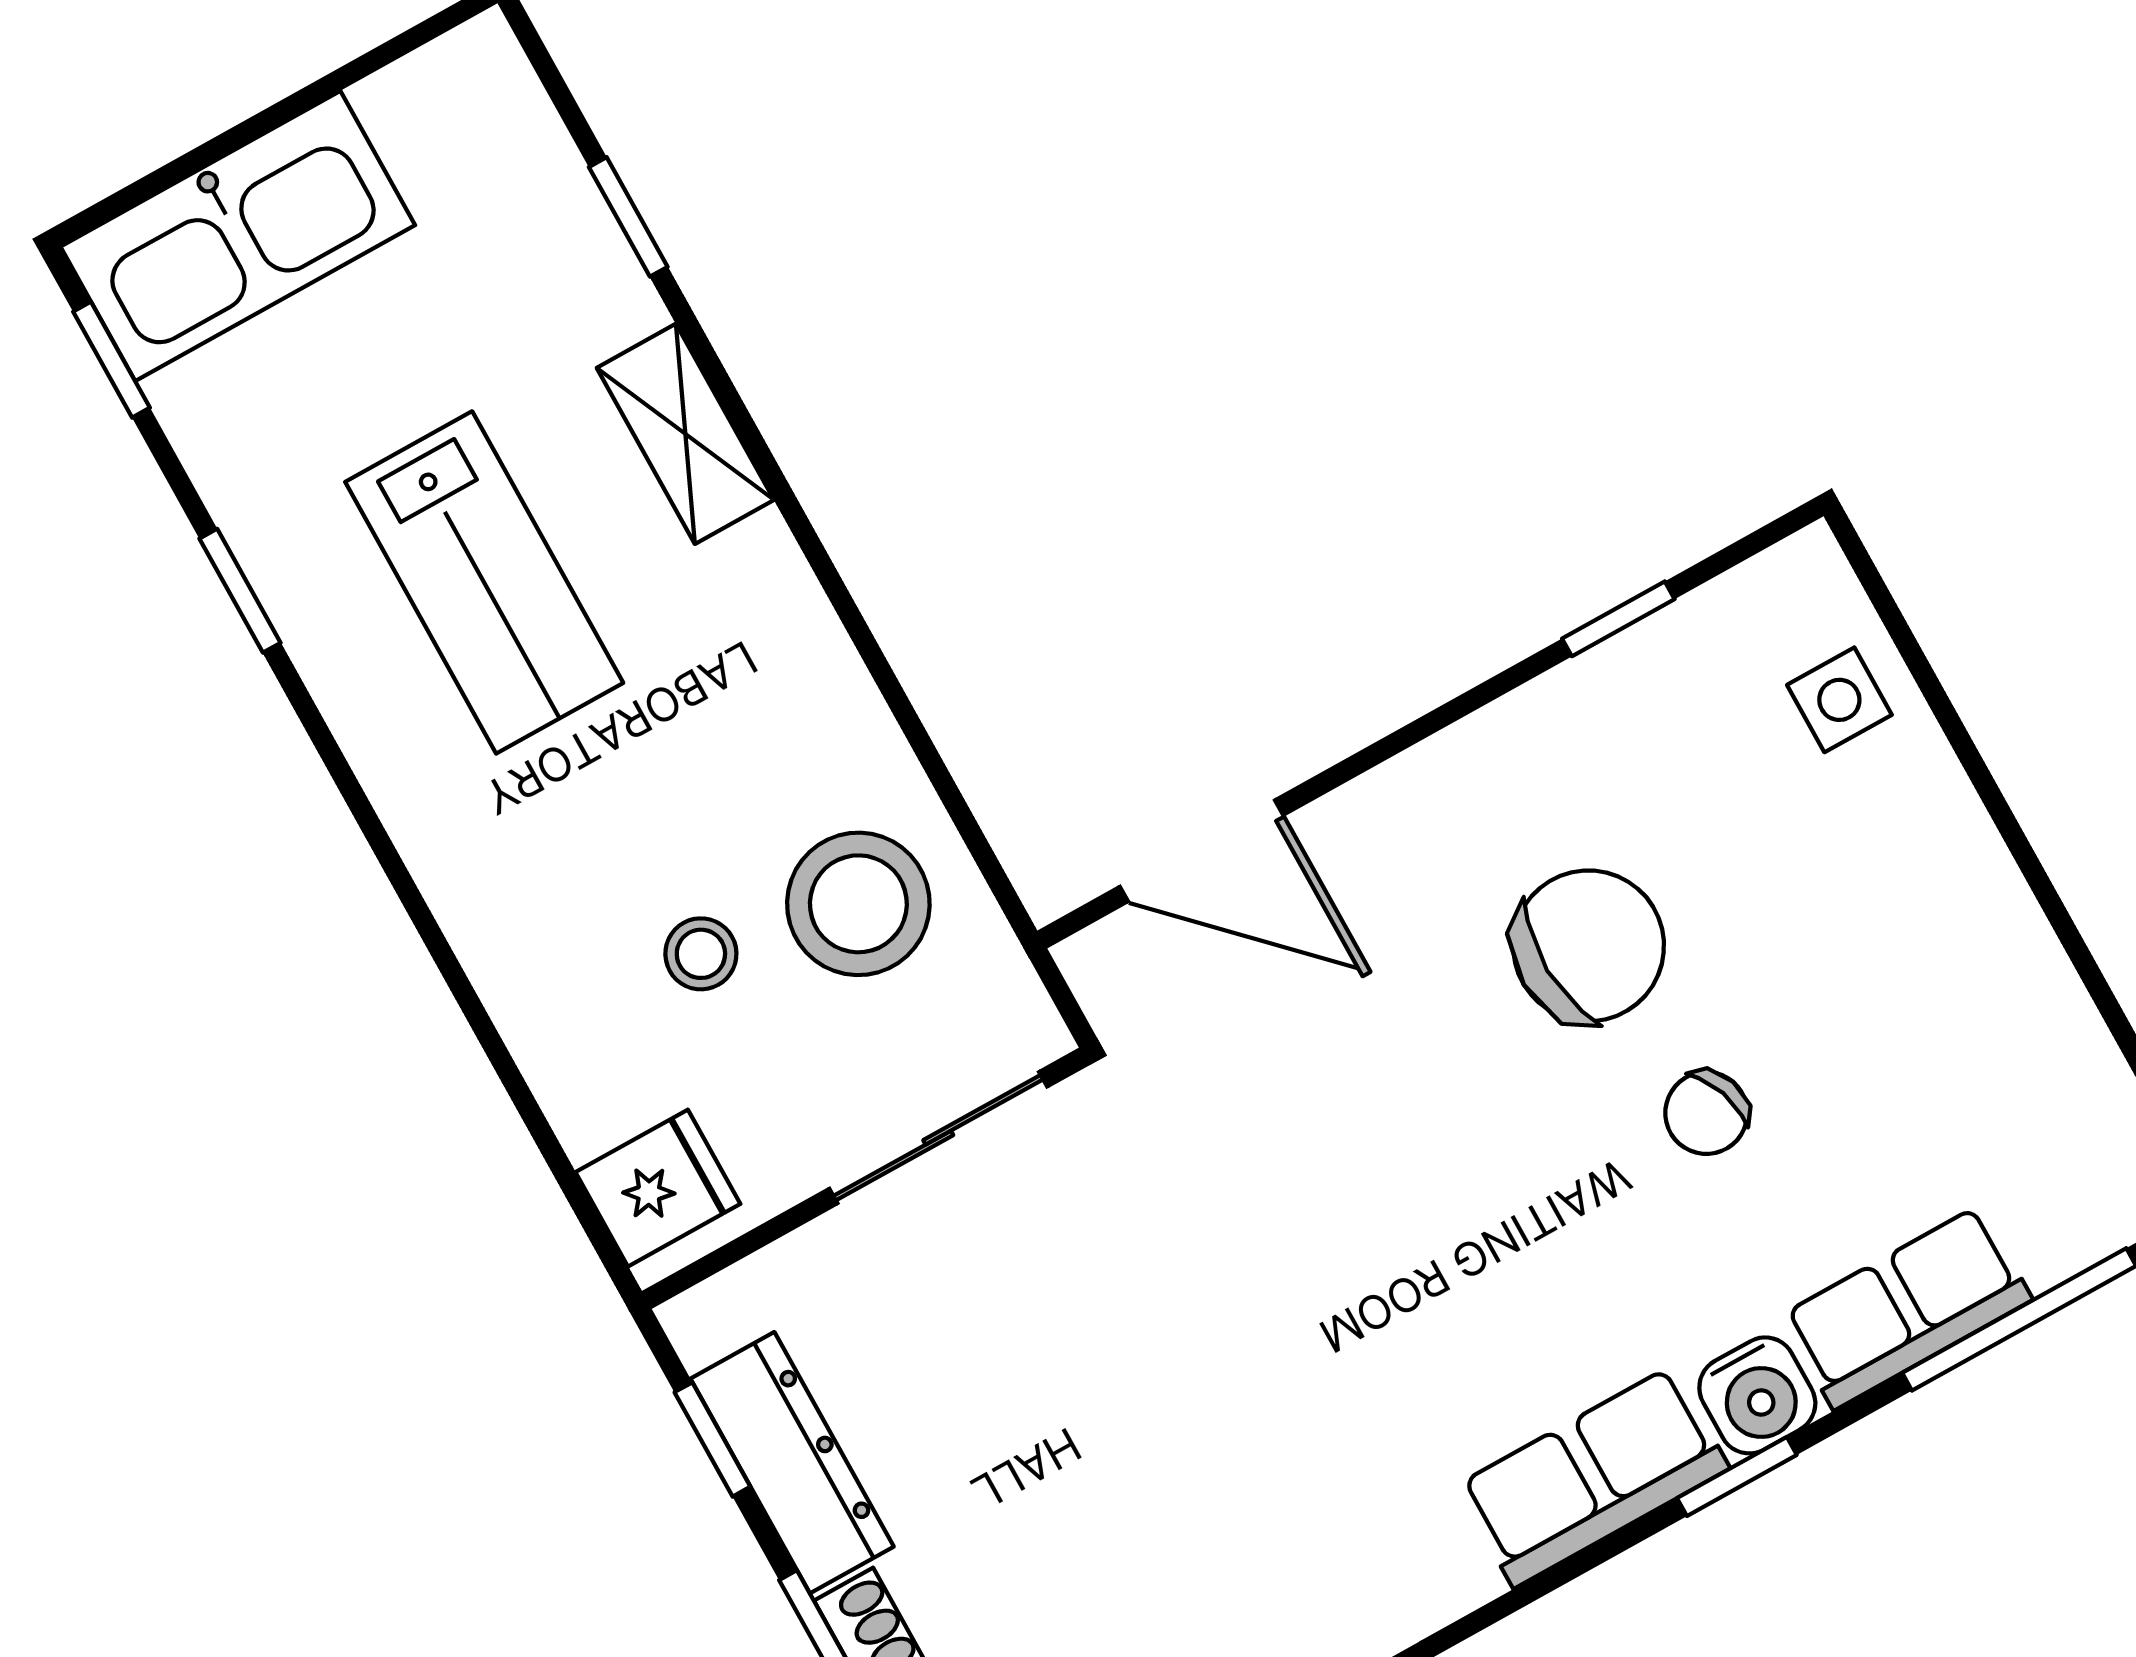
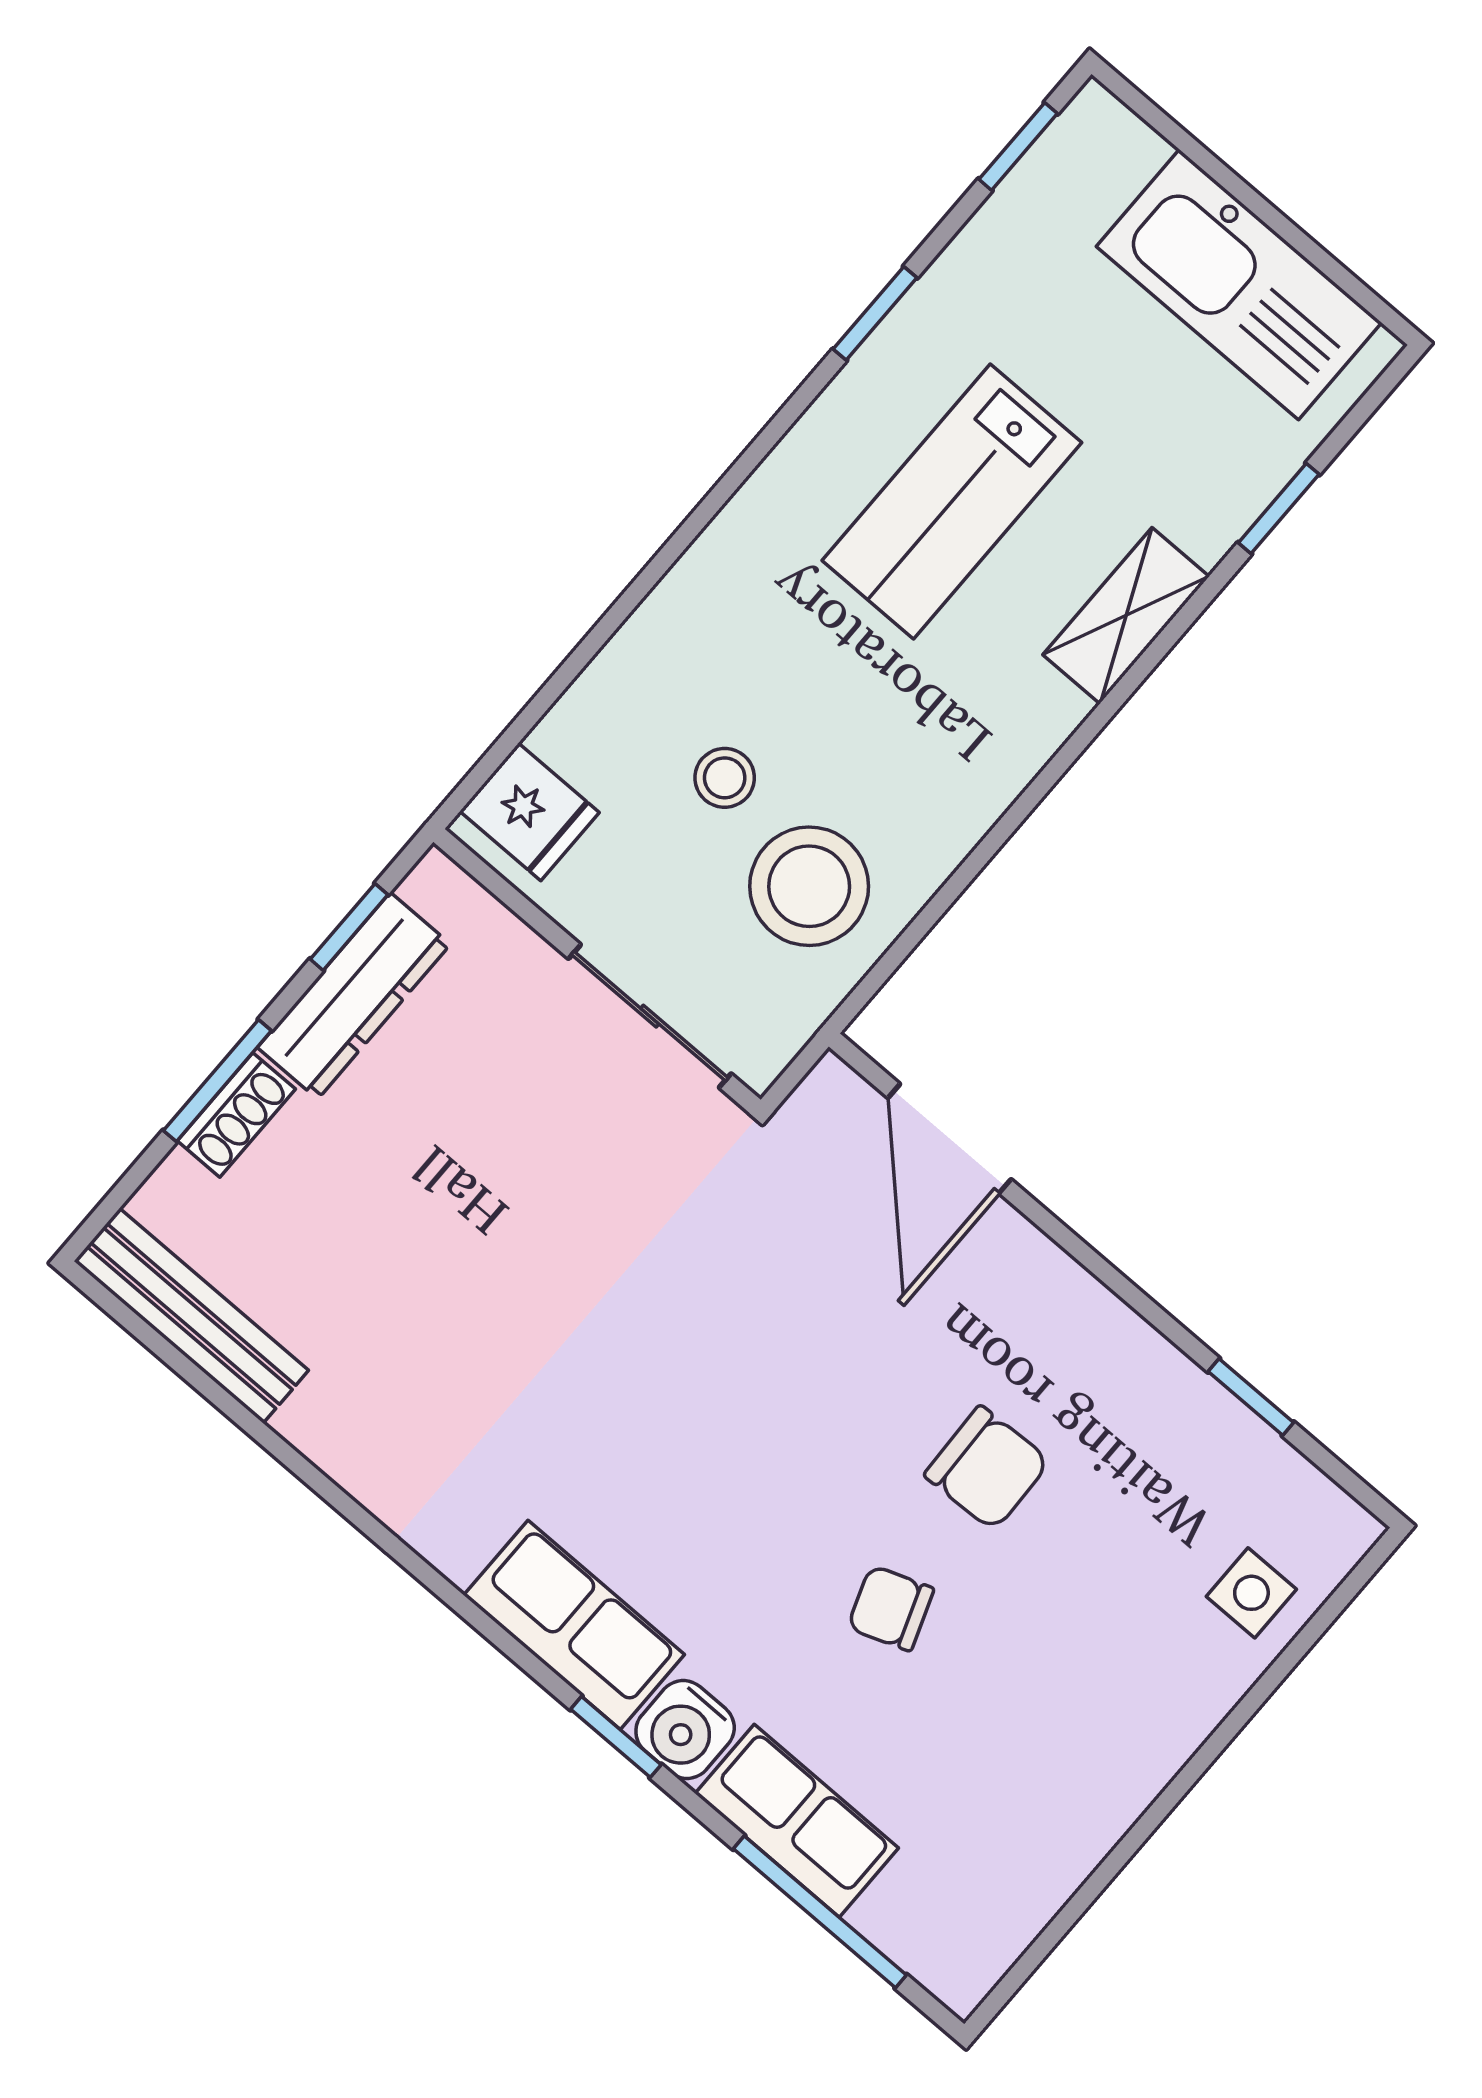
kitchen sink: (238, 236) -> (1239, 284), moved
chair: (1589, 946) -> (987, 1468), width x0.73, depth x0.73

